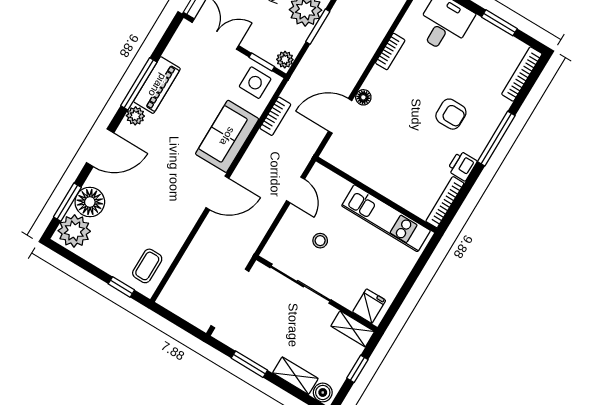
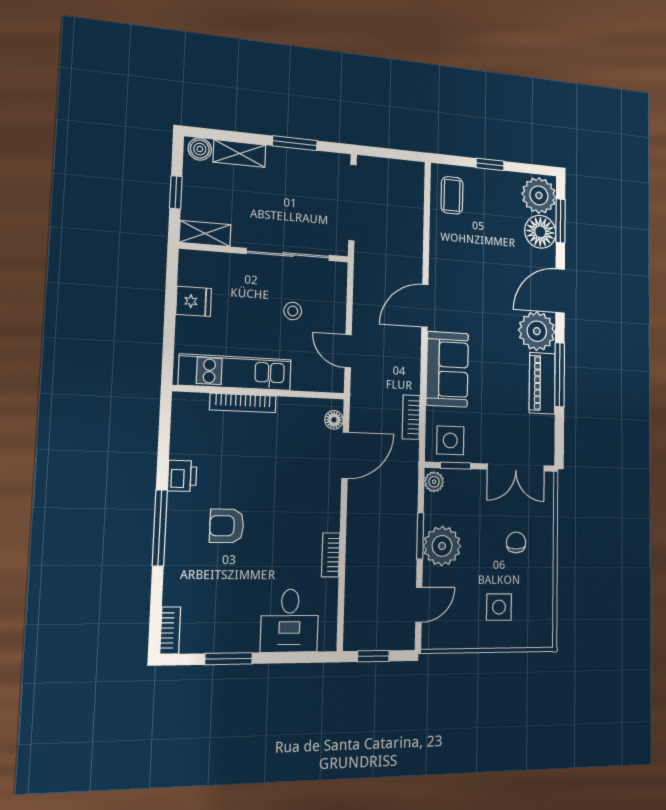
bookcase: (522, 74) -> (170, 630), width x0.64
floor lamp: (363, 97) -> (334, 420), moved
plant: (135, 116) -> (537, 331), width x1.87, depth x1.87
bookcase: (445, 202) -> (243, 403), moved, turned 90
window: (121, 287) -> (490, 164), moved
fridge: (369, 306) -> (194, 301), moved, turned -90

